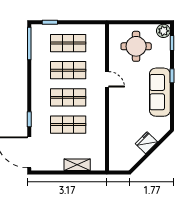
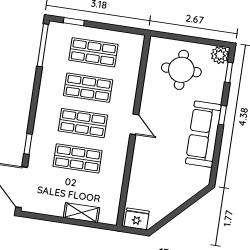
door: (107, 79) -> (134, 124), moved
fridge: (146, 143) -> (137, 219), moved, turned 45

